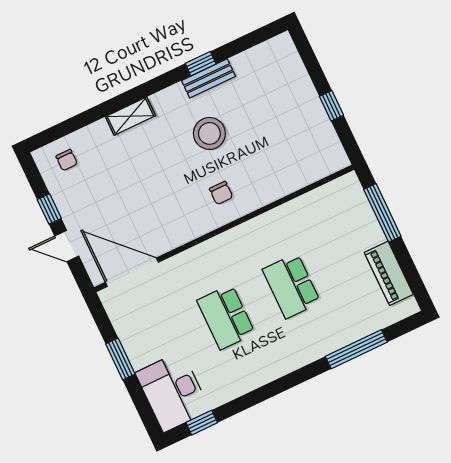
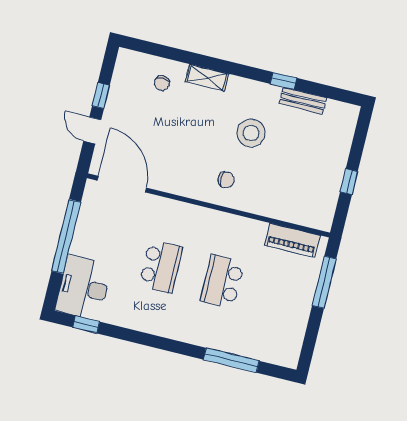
bench: (209, 78) -> (303, 101), moved
chair: (67, 160) -> (162, 83), moved
chair: (221, 193) -> (226, 180), turned -90
piano: (389, 273) -> (292, 240), moved, turned -90
school desk: (226, 317) -> (161, 266), turned 180
window: (120, 359) -> (66, 236), width x2.11

